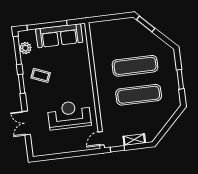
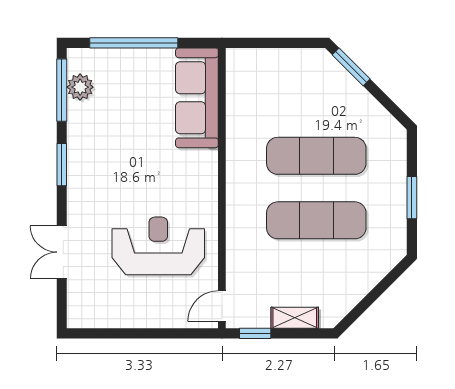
sofa: (59, 36) -> (197, 98), moved, turned 90
coffee table: (41, 75) -> (106, 151), removed

